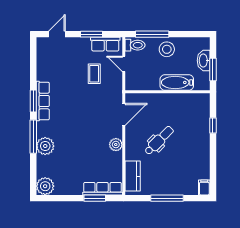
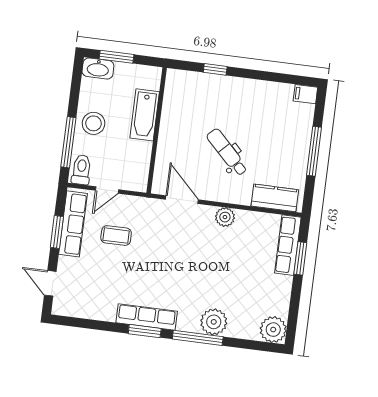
row of seats: (105, 44) -> (73, 224), width x1.48
washbasin: (204, 60) -> (98, 69), moved
window: (213, 70) -> (117, 57), moved

